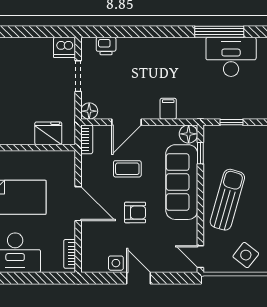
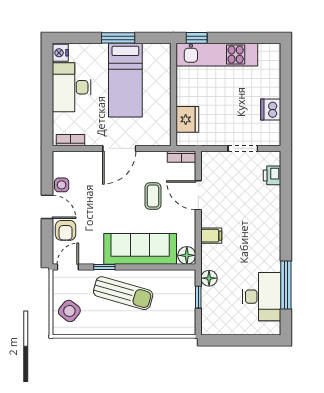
dishwasher: (65, 47) -> (271, 110), moved
floor lamp: (89, 111) -> (209, 278), moved
window: (200, 153) -> (104, 267), moved
armchair: (135, 213) -> (66, 230), moved
door: (138, 278) -> (47, 207), hinge flipped

